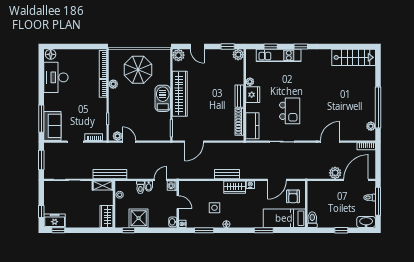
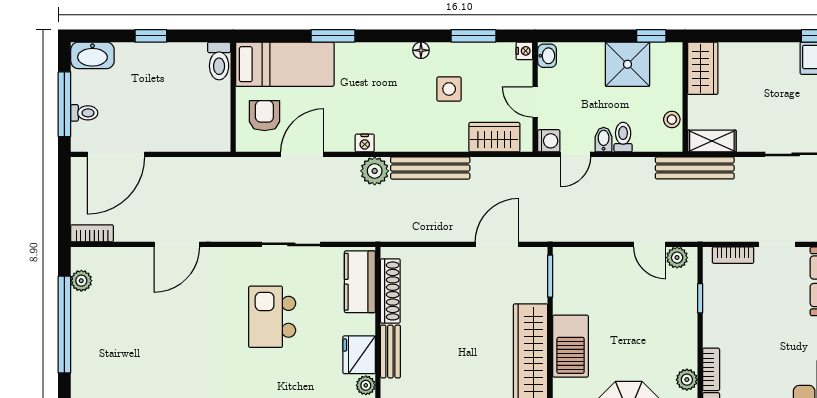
plant: (335, 173) -> (375, 171), moved
bench: (227, 174) -> (430, 168), width x1.36
wardrobe: (235, 187) -> (494, 137), moved

